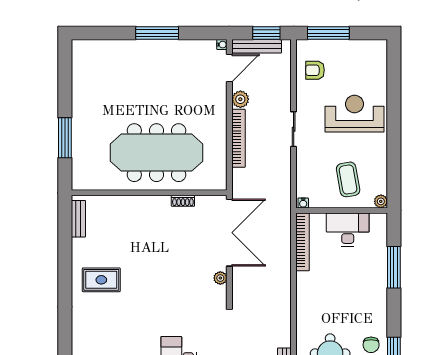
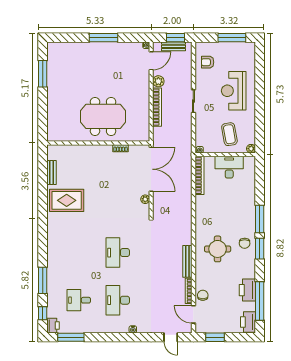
window: (328, 33) -> (232, 38), moved
bench: (257, 46) -> (174, 46), width x0.73
reception desk: (354, 114) -> (234, 91), turned -90
window: (65, 138) -> (43, 74), moved
meeting table: (156, 153) -> (103, 116), width x0.73
bench: (78, 219) -> (51, 172), moved
window: (394, 267) -> (260, 219), moved
rug: (101, 280) -> (67, 200), width x1.36, depth x1.43

